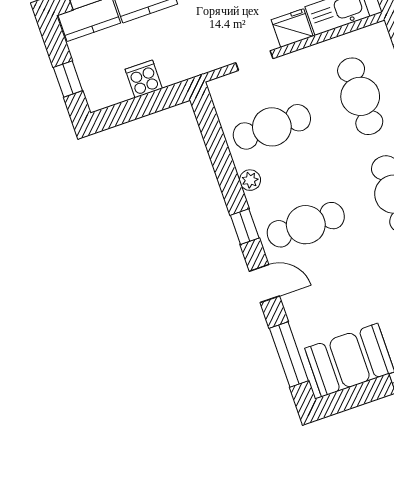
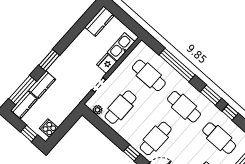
cooker: (144, 79) -> (49, 128), moved
plant: (250, 180) -> (98, 110), moved

